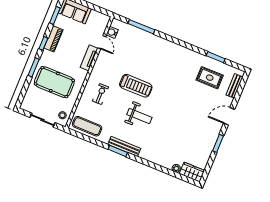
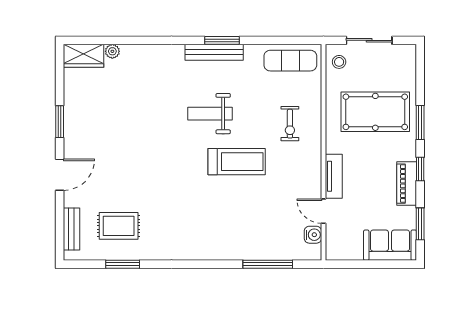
treadmill: (136, 86) -> (237, 162), turned 180

